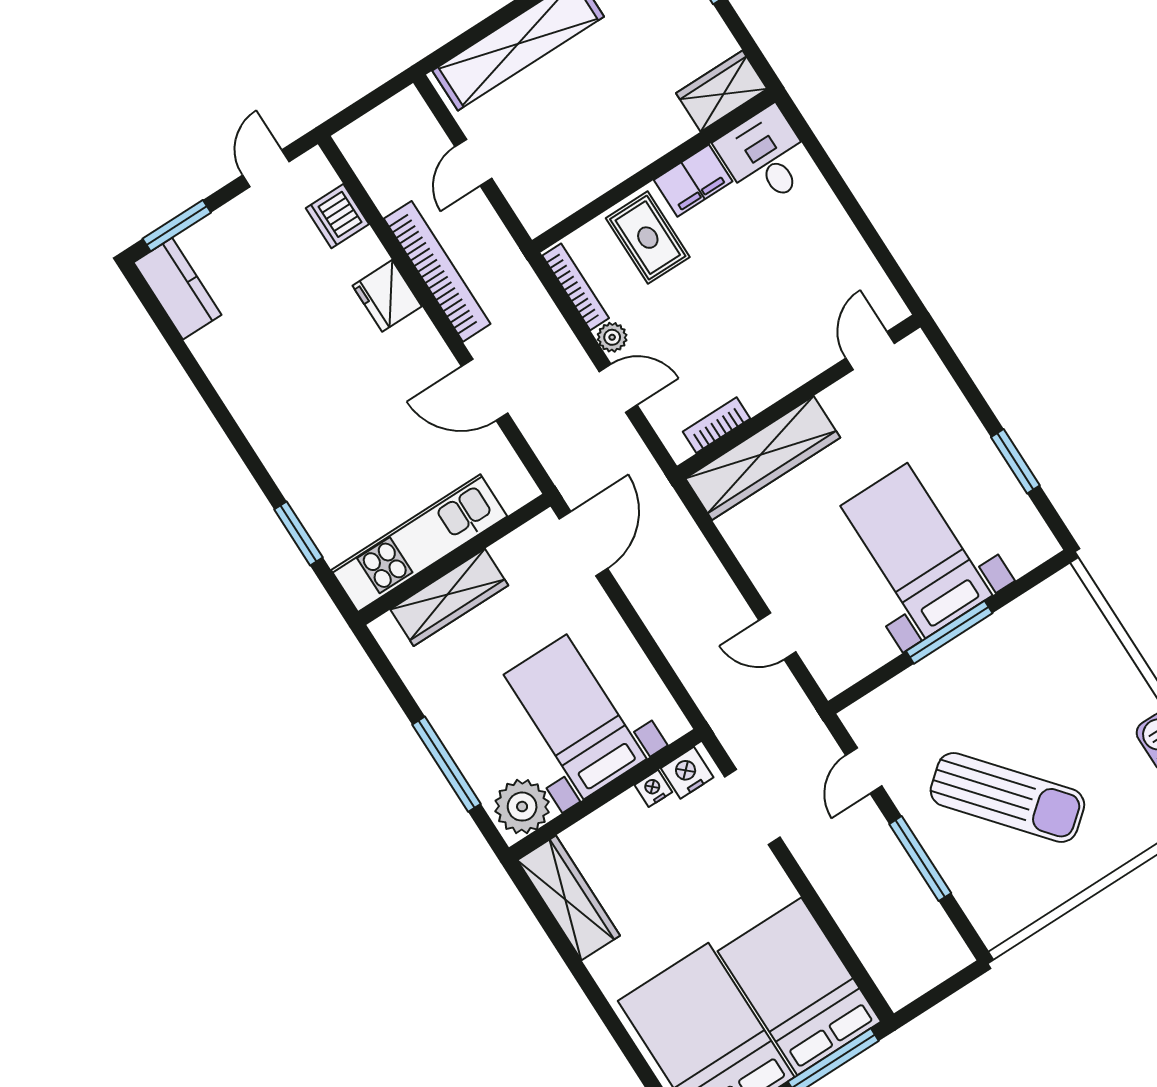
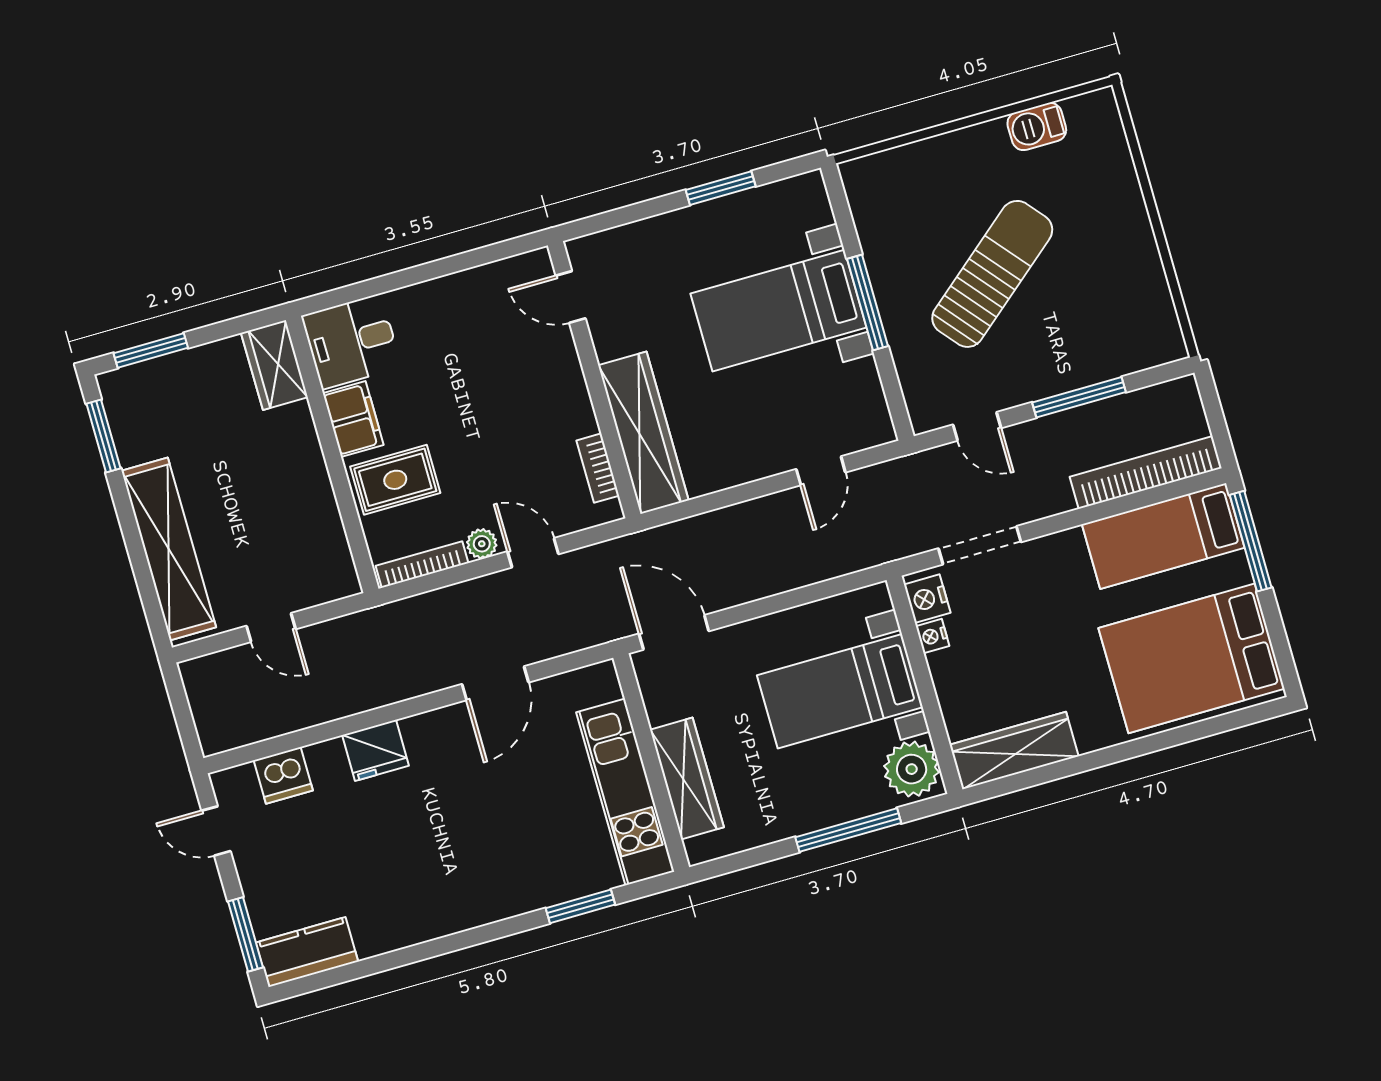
bookcase: (437, 271) -> (1146, 472), moved
door: (618, 388) -> (533, 553), hinge flipped
sun lounger: (1007, 798) -> (992, 274), moved
bed: (799, 986) -> (1163, 536), width x0.67

